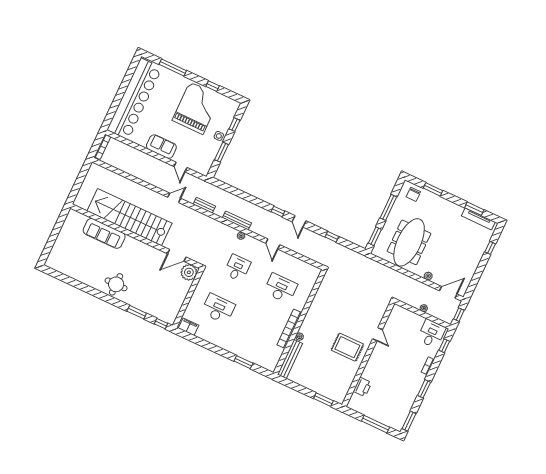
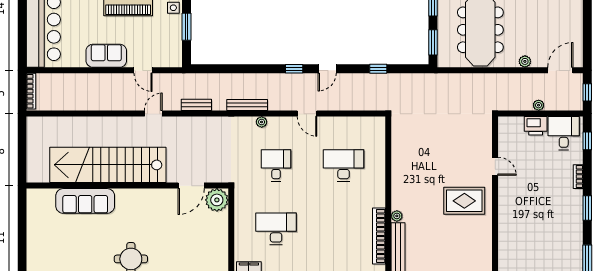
door: (299, 221) -> (327, 69), hinge flipped
bookcase: (289, 329) -> (379, 236), moved
printer: (362, 387) -> (536, 126), moved, turned 90

